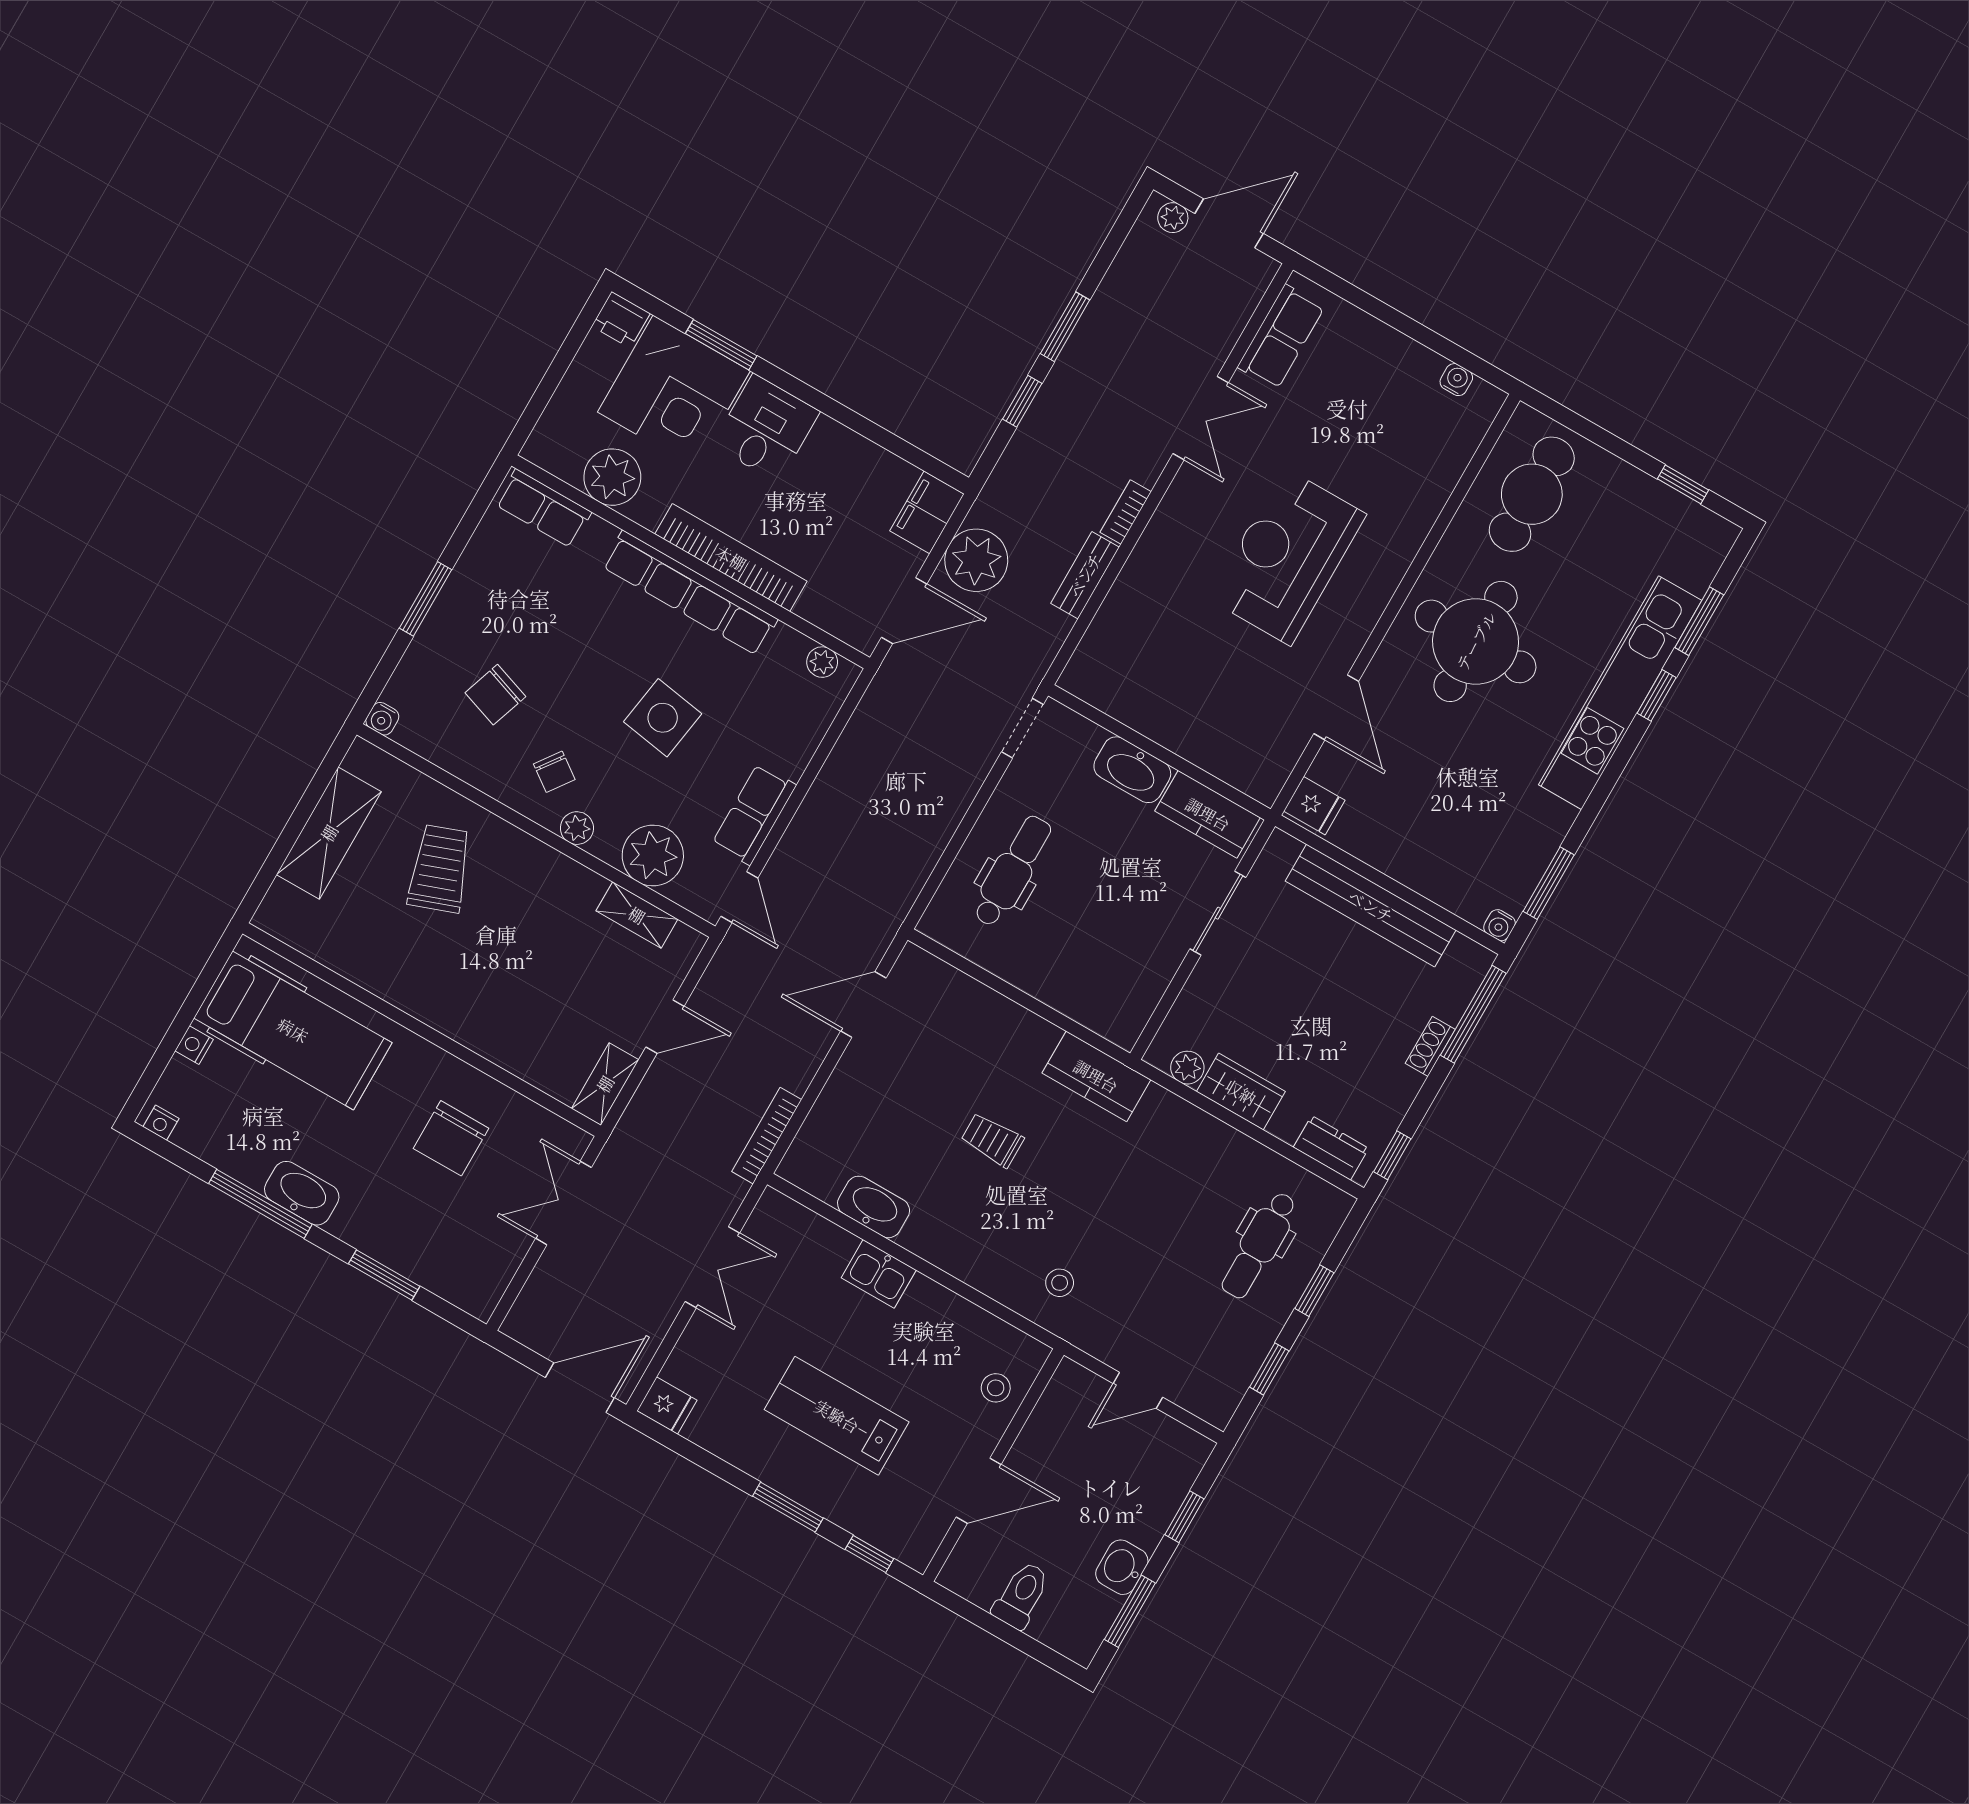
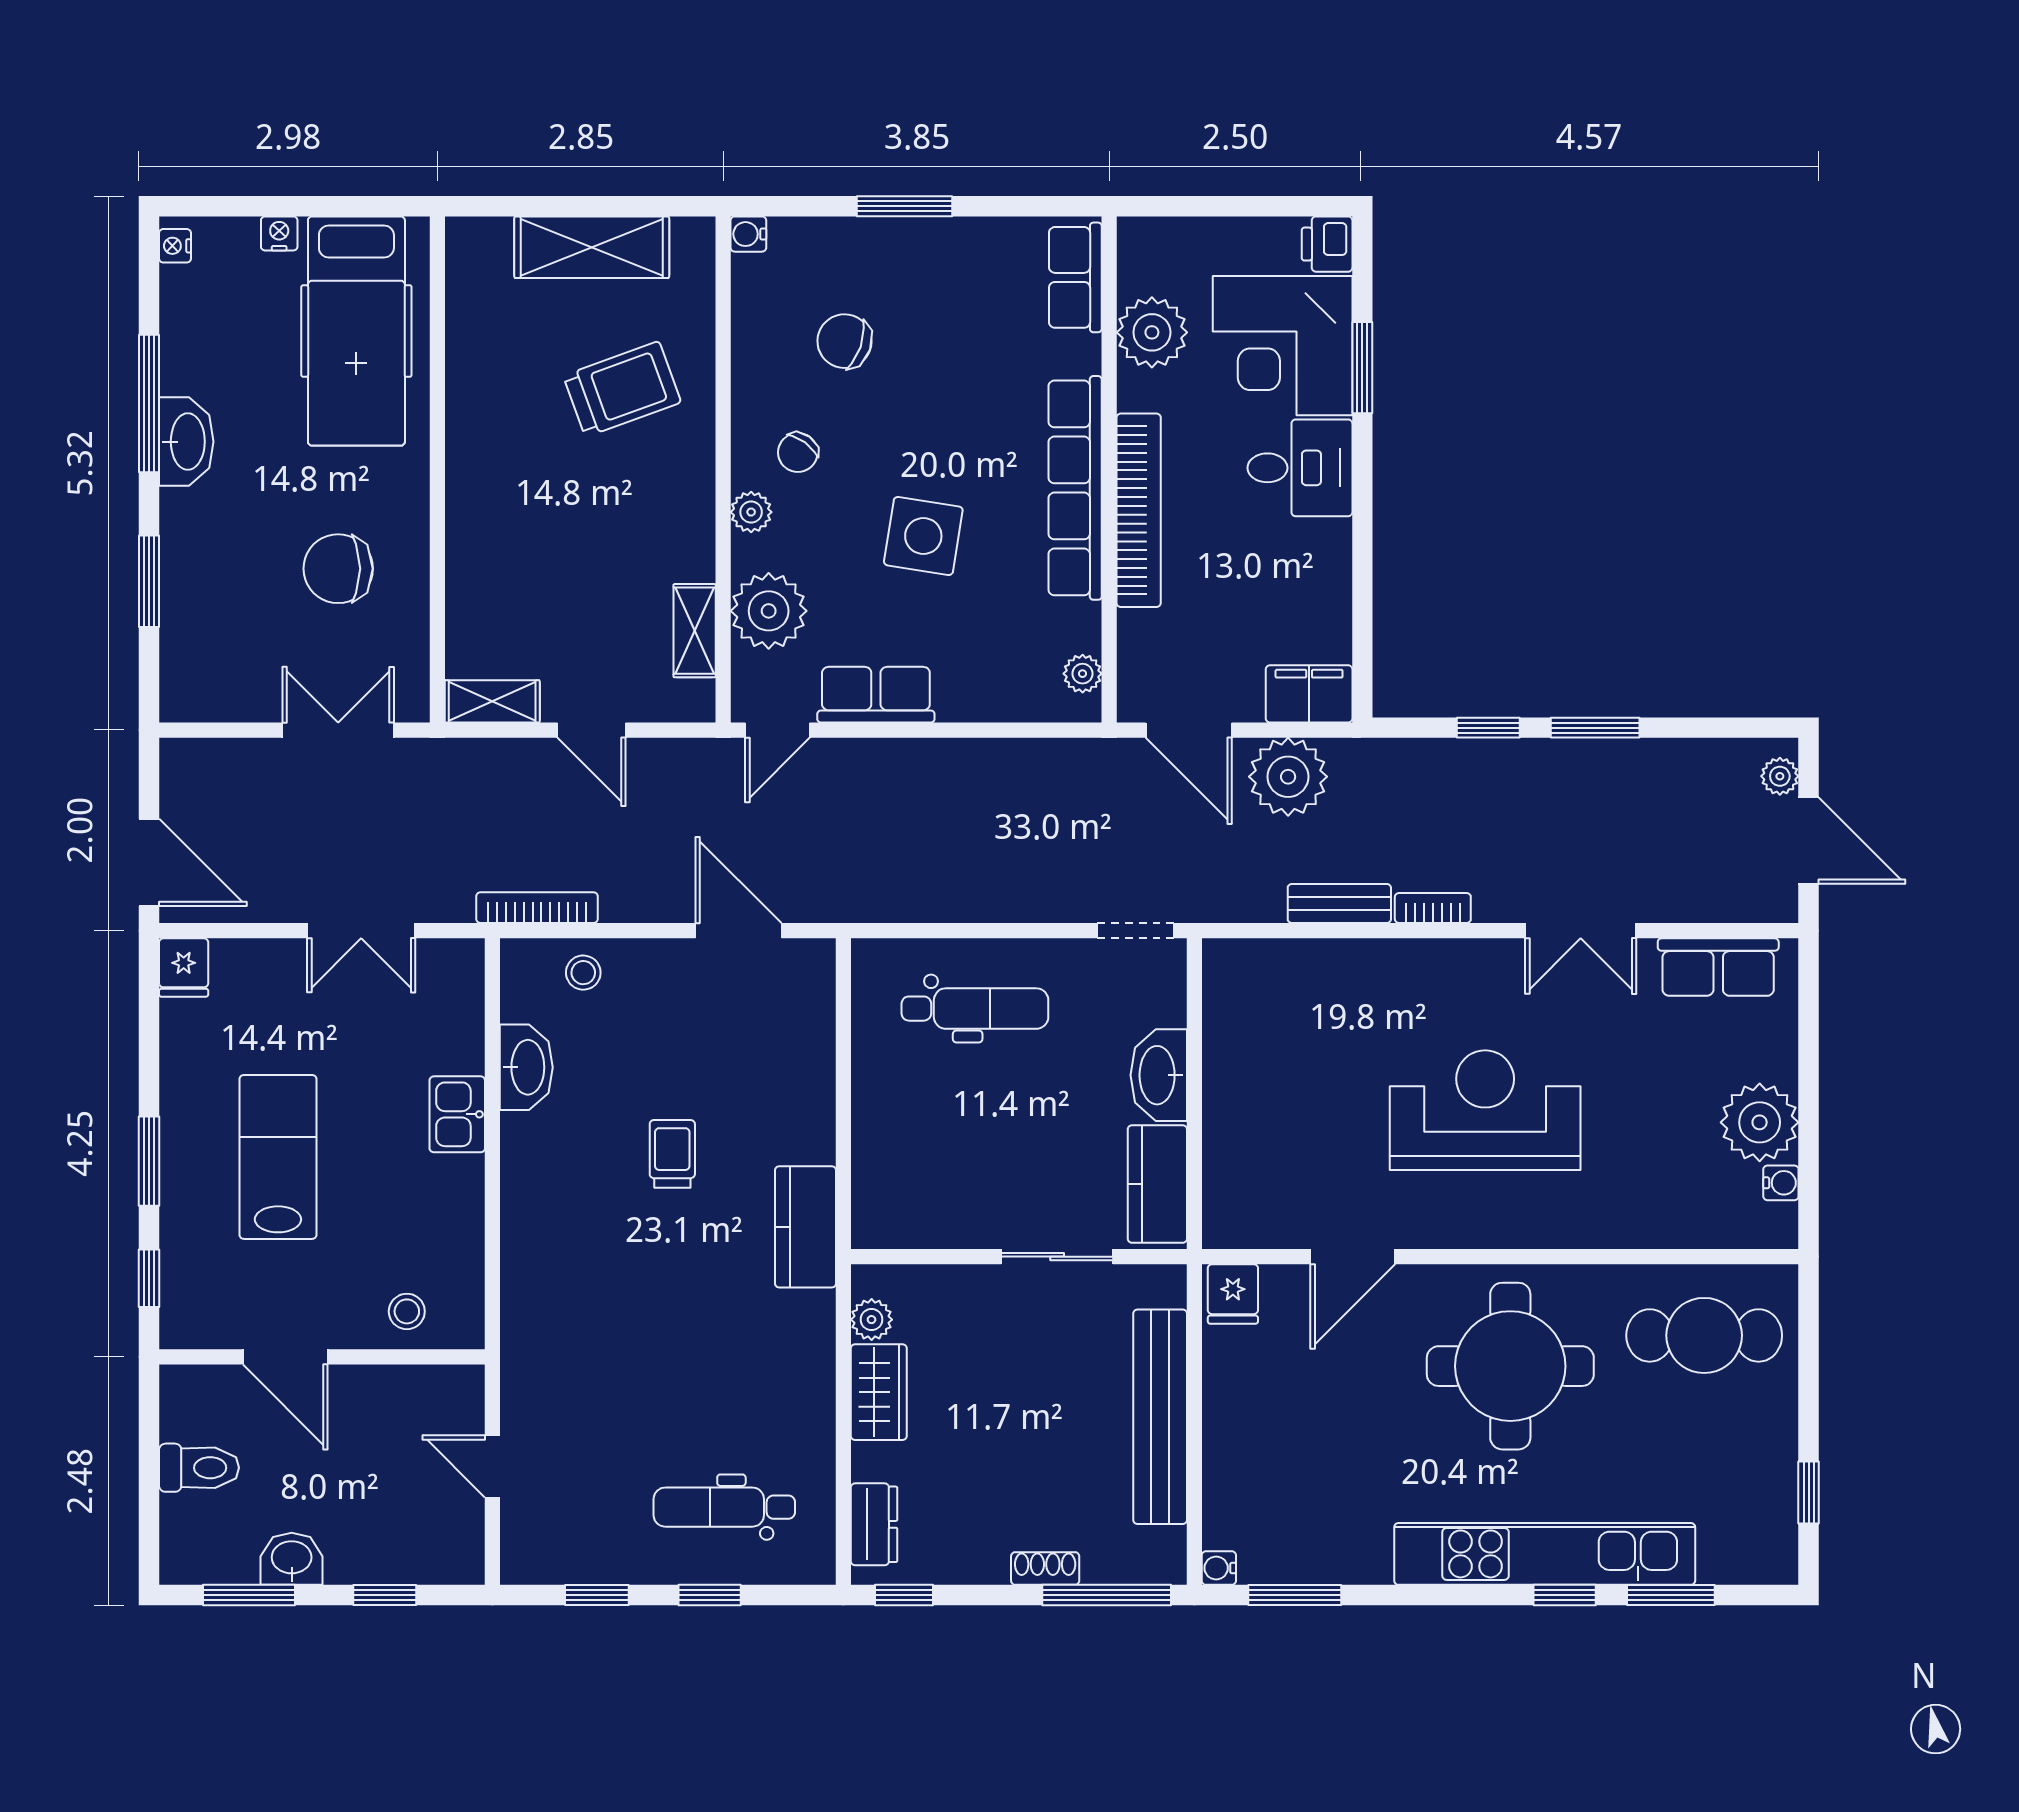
plant: (1406, 370) -> (1760, 1122), added
stool: (1060, 1283) -> (583, 973), moved

